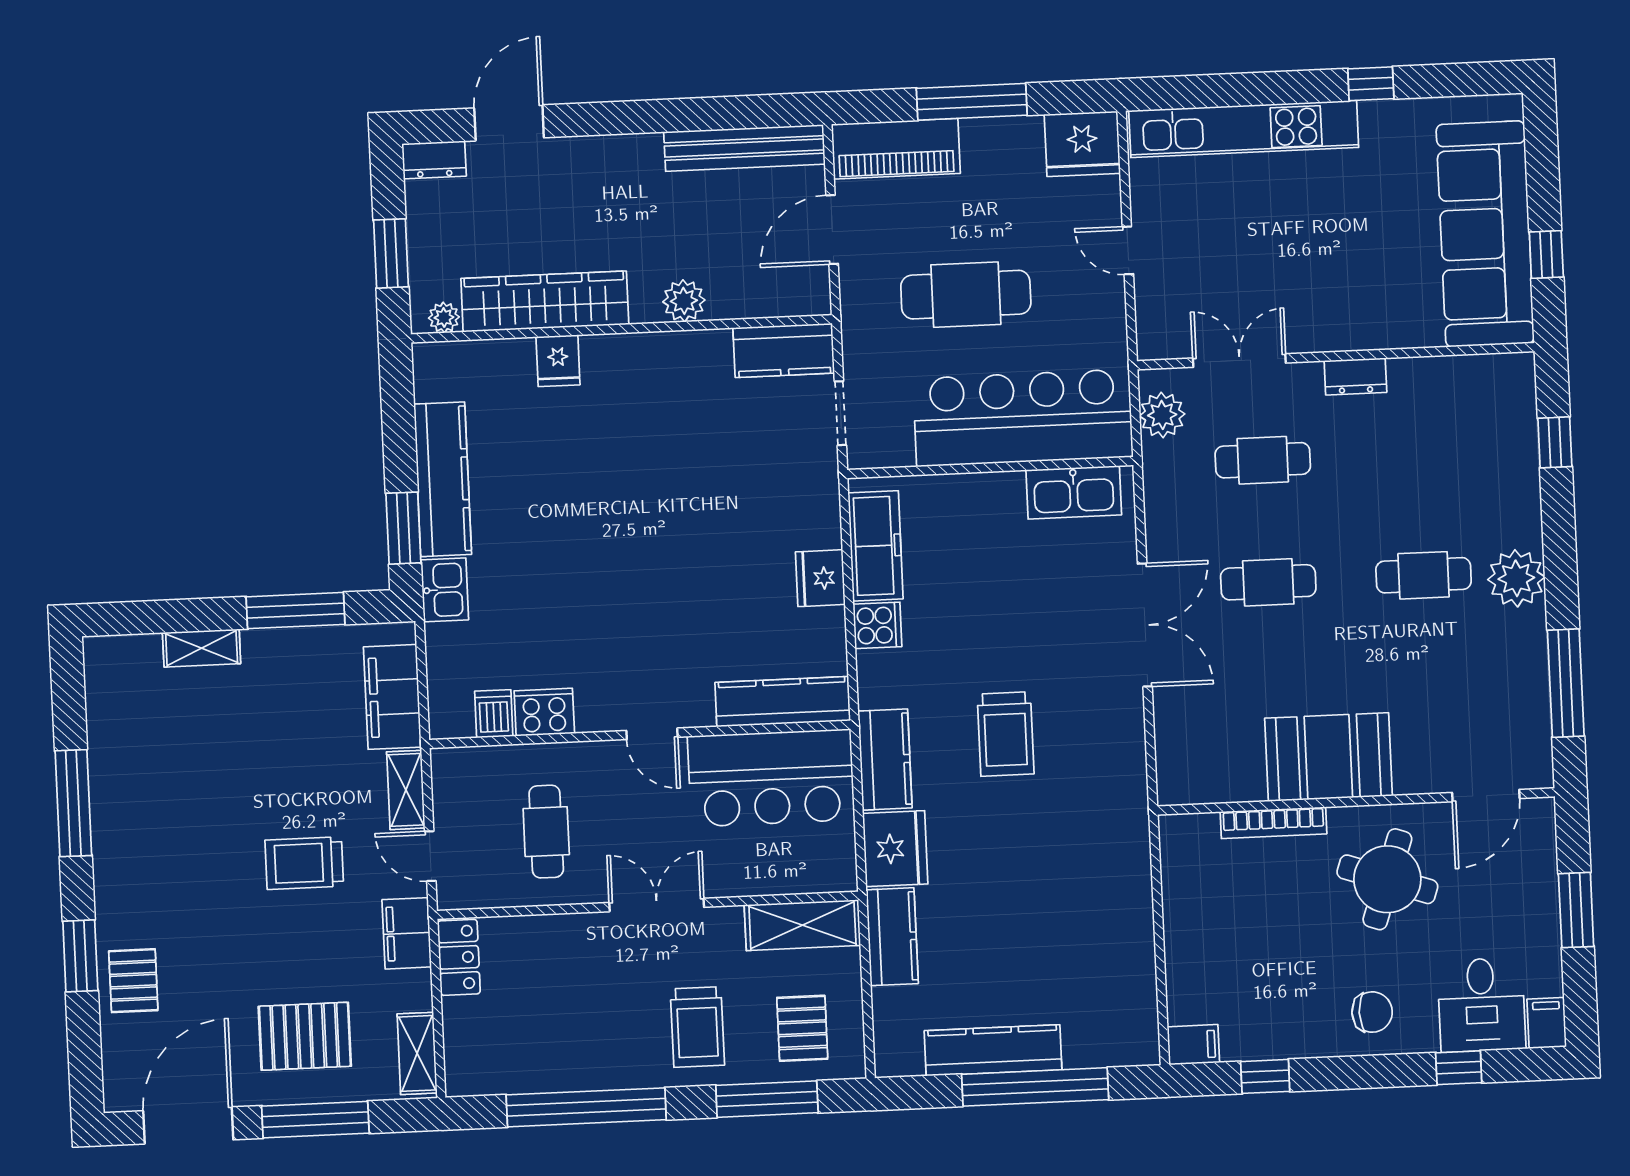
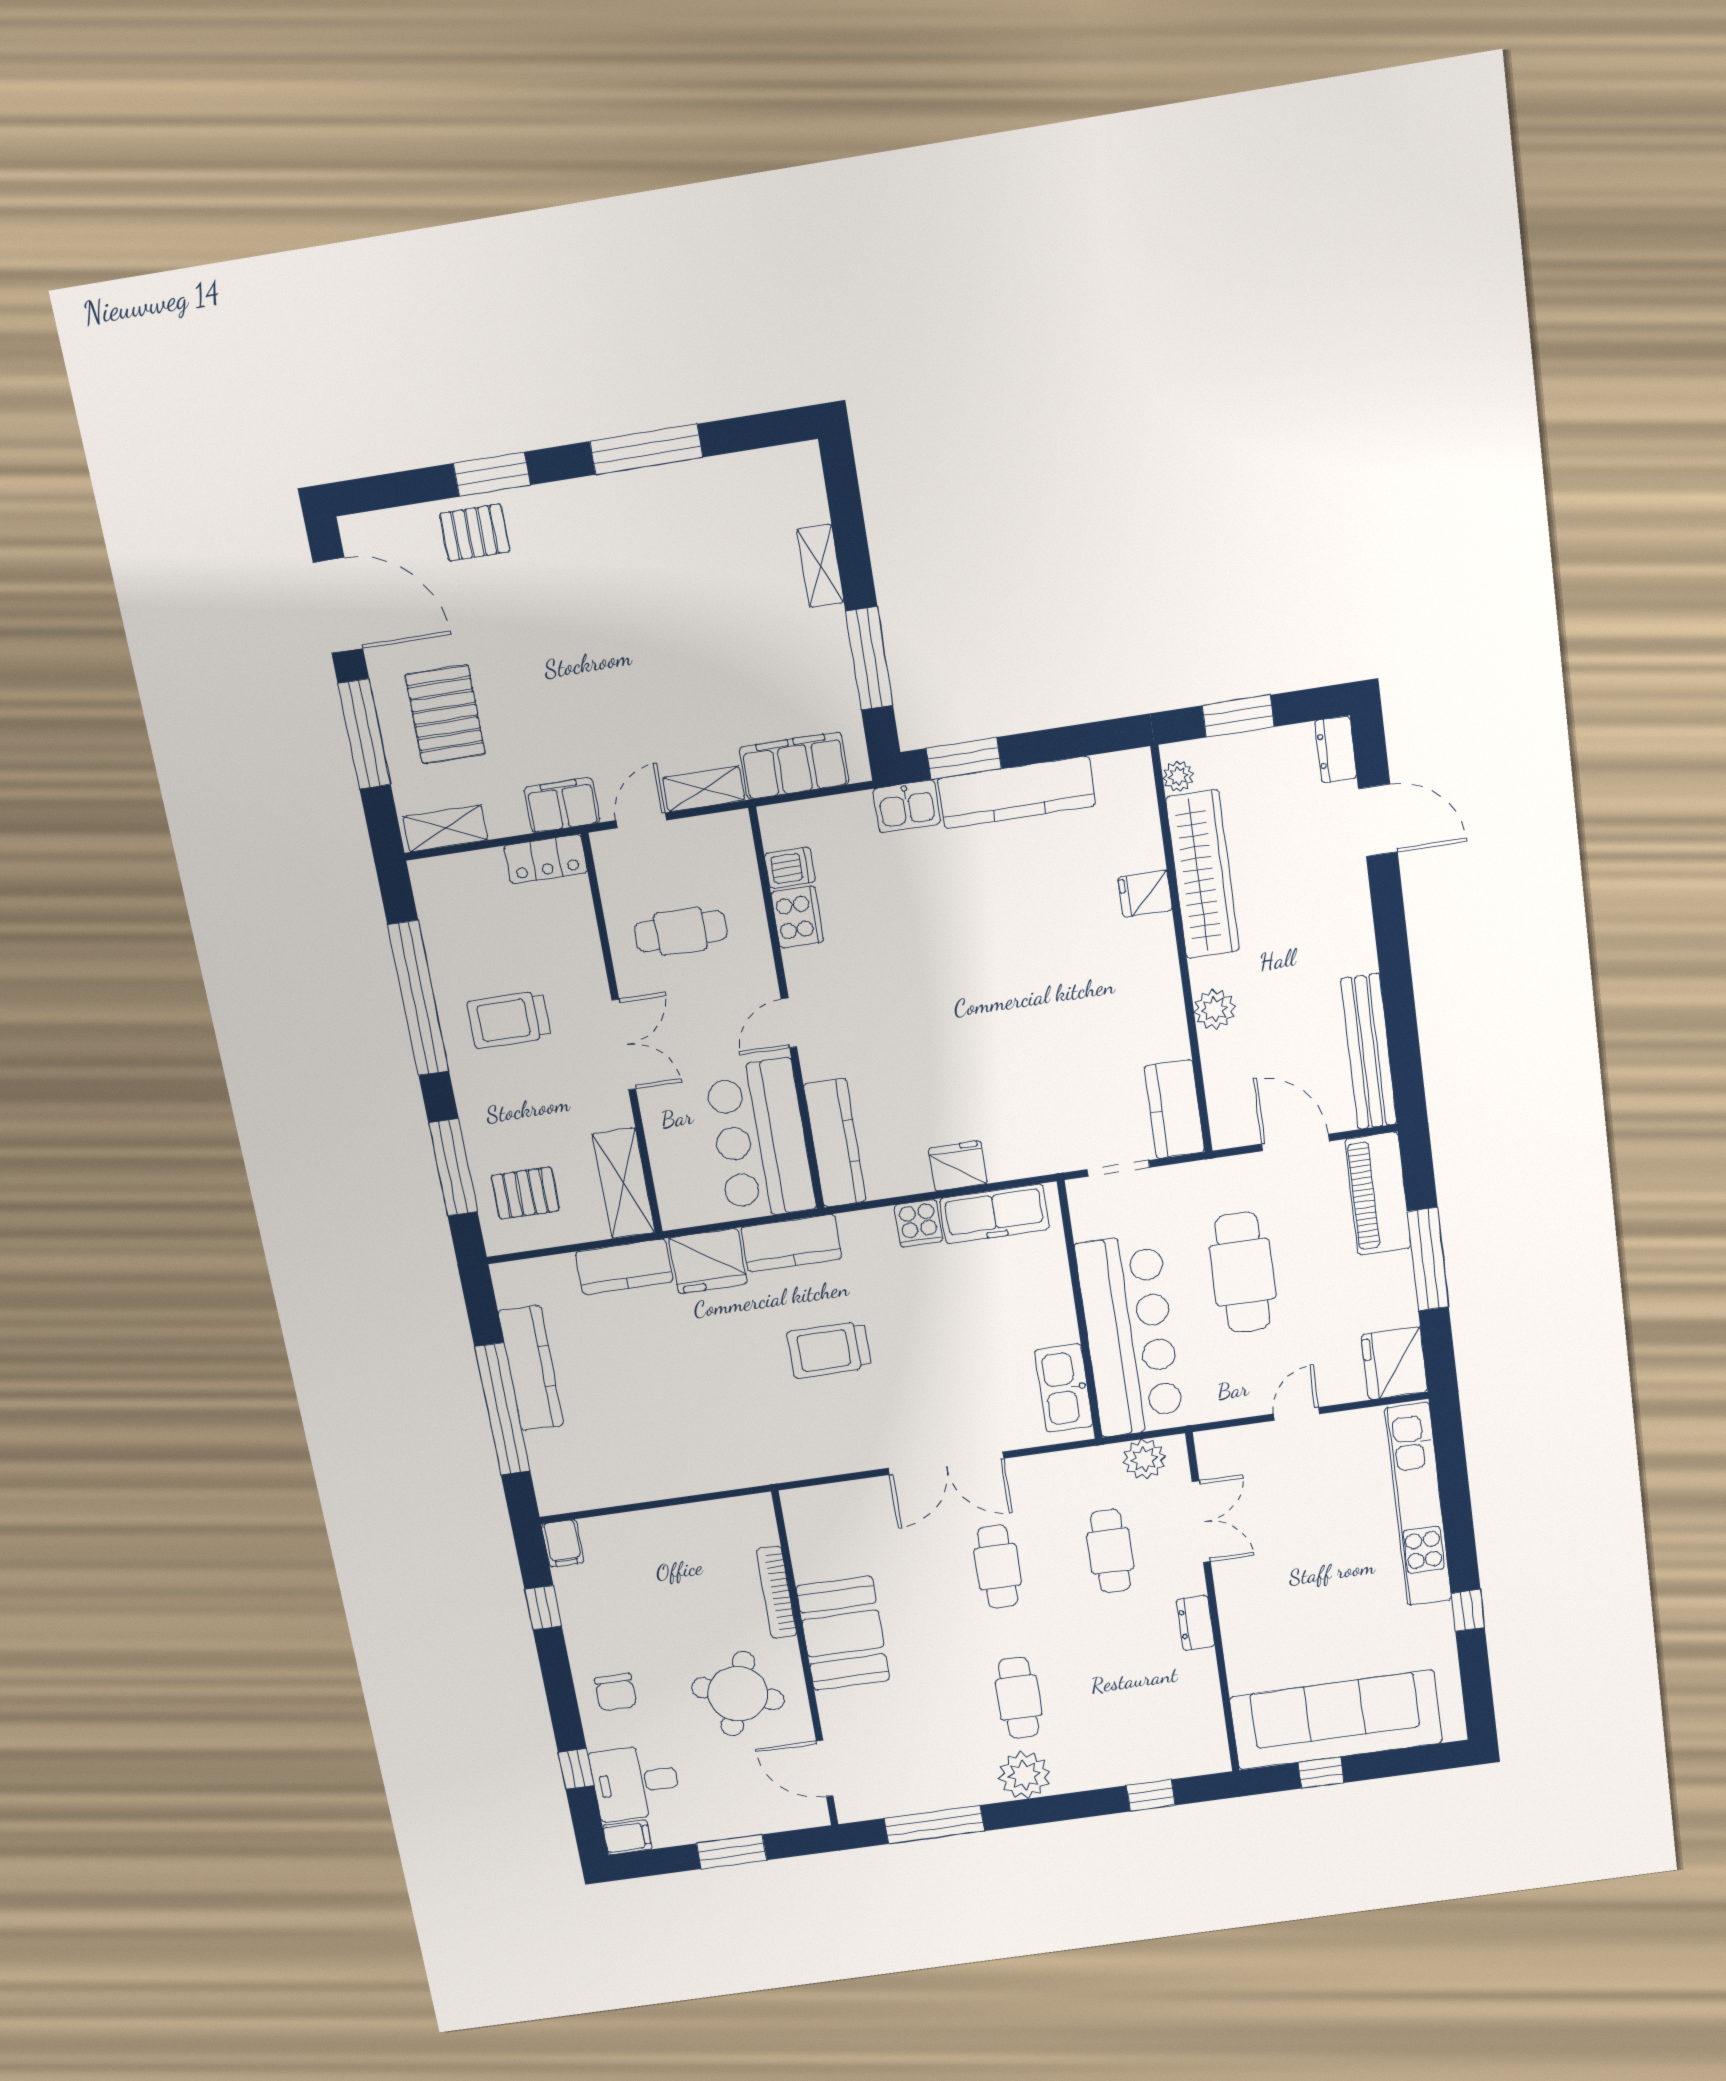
trolley: (304, 863) -> (617, 695), removed
trolley: (697, 1027) -> (509, 1020), moved

